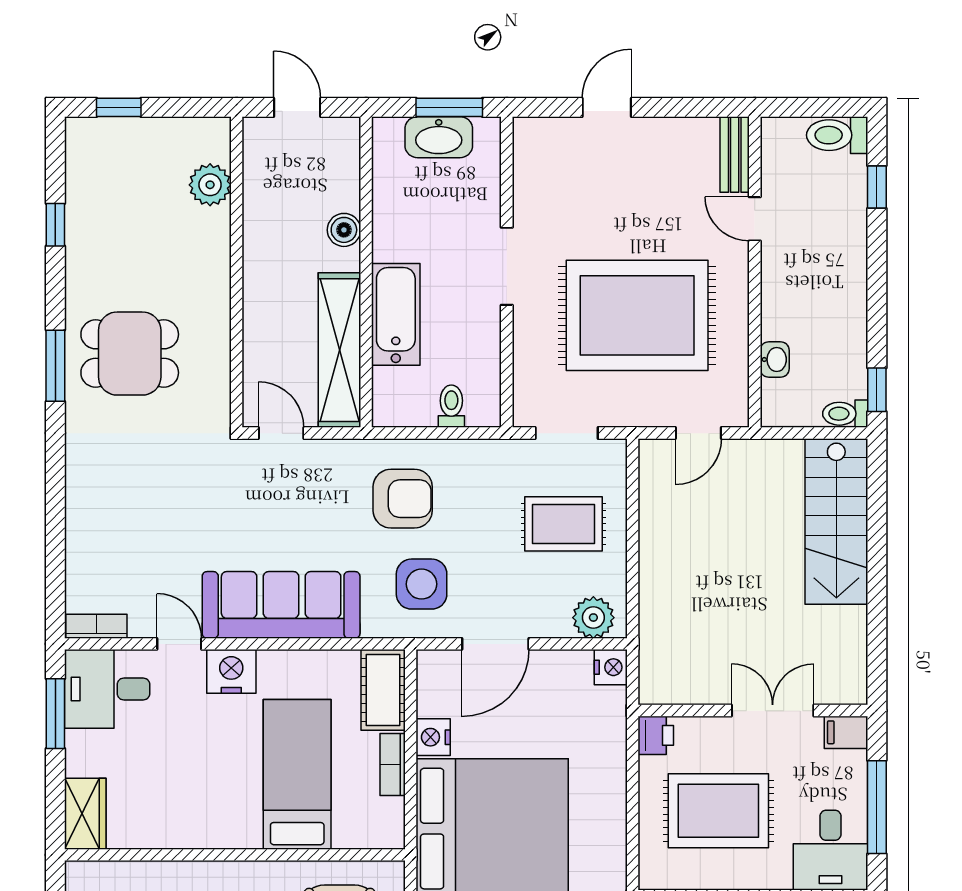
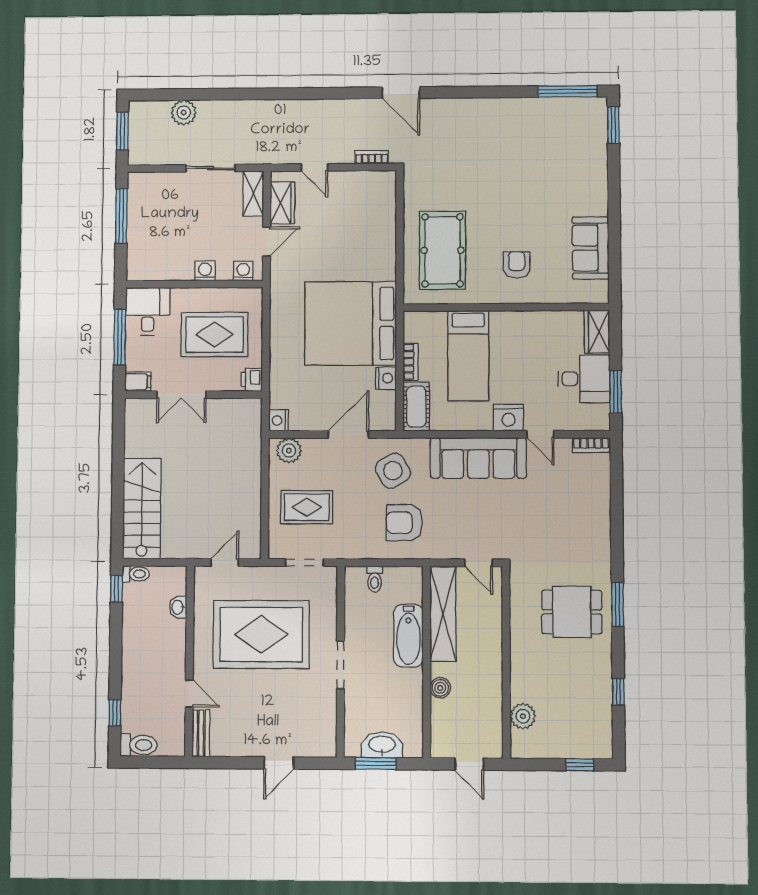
side table: (422, 584) -> (393, 471), turned -30
desk: (107, 689) -> (584, 379), moved

